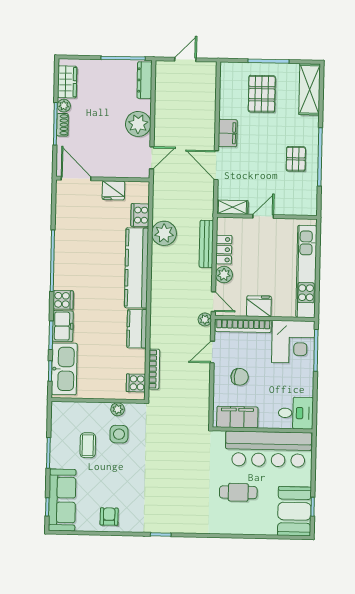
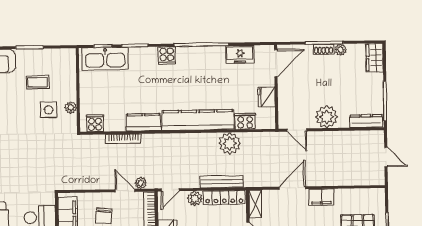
wardrobe: (67, 82) -> (375, 58), moved, turned 90
locker: (224, 250) -> (224, 197), width x1.53
plant: (205, 319) -> (141, 183), moved
freezer: (63, 326) -> (240, 54), moved
bookcase: (154, 369) -> (123, 139), moved

